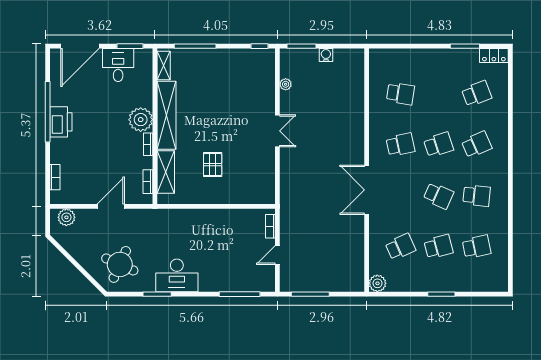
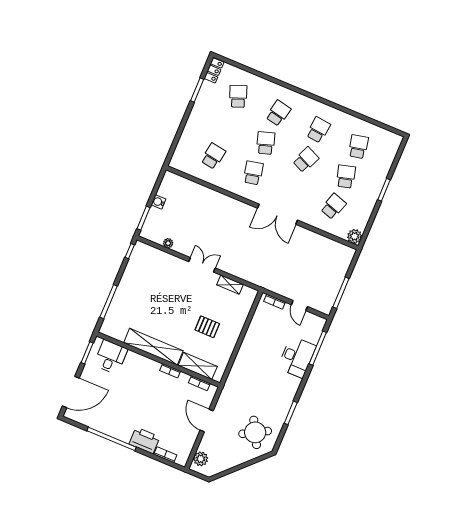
door: (80, 46) -> (71, 392), hinge flipped
desk: (118, 65) -> (111, 357), moved, turned 90
shelving: (164, 66) -> (230, 285), moved
plant: (141, 120) -> (148, 368), removed
printer: (61, 122) -> (144, 440), moved
school desk: (477, 145) -> (278, 113), turned 36
school desk: (400, 247) -> (333, 206), turned 42
round table: (120, 264) -> (255, 432), turned 37
desk: (177, 275) -> (297, 357), moved

